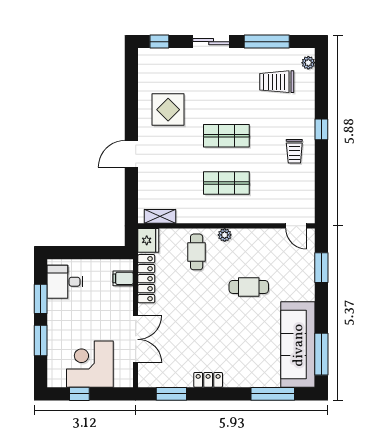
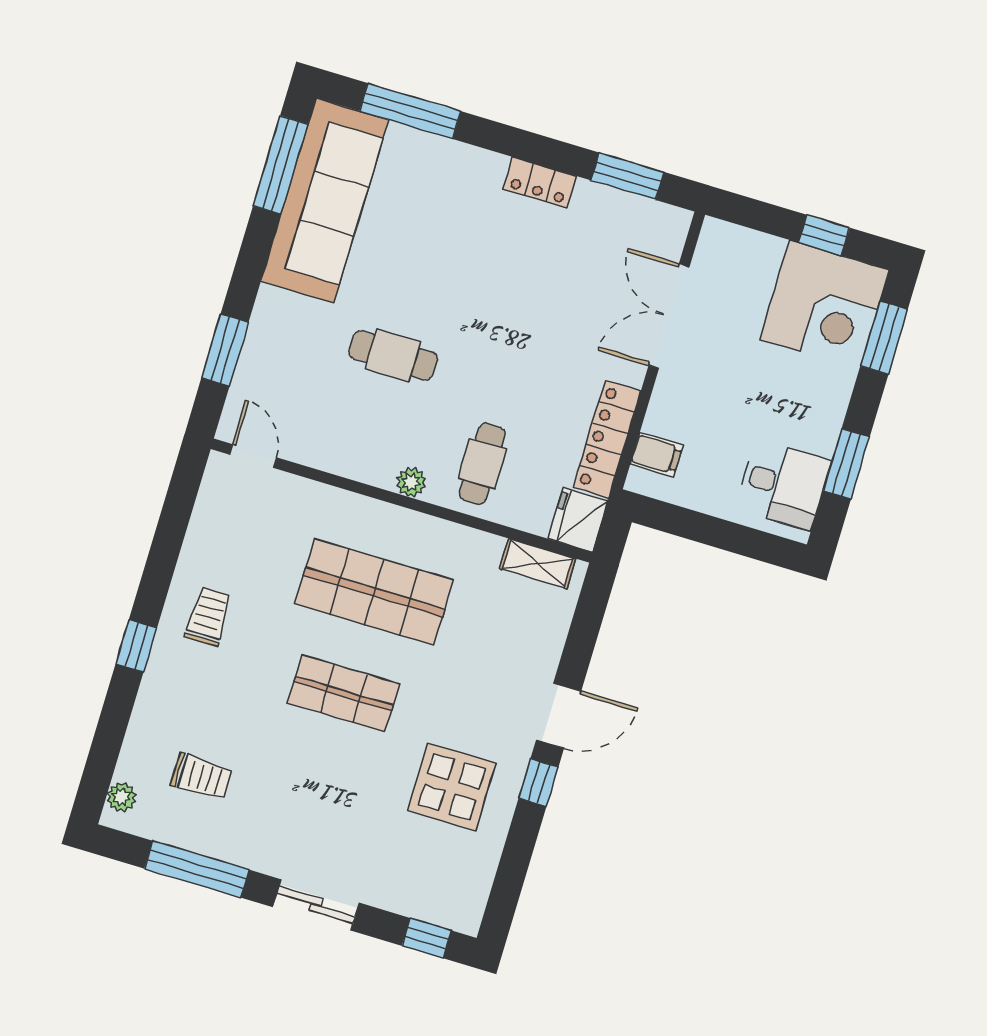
trolley: (277, 82) -> (201, 777), width x0.73, depth x0.72
window: (131, 123) -> (538, 783), added
shop shelf: (226, 183) -> (374, 592), width x1.43, depth x1.36
window: (41, 340) -> (884, 338), moved
corner desk: (90, 364) -> (825, 305), moved

